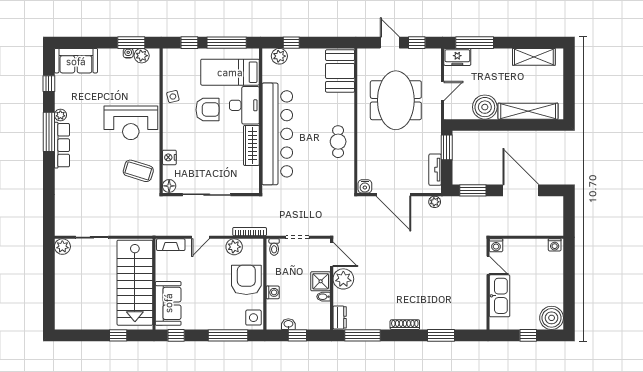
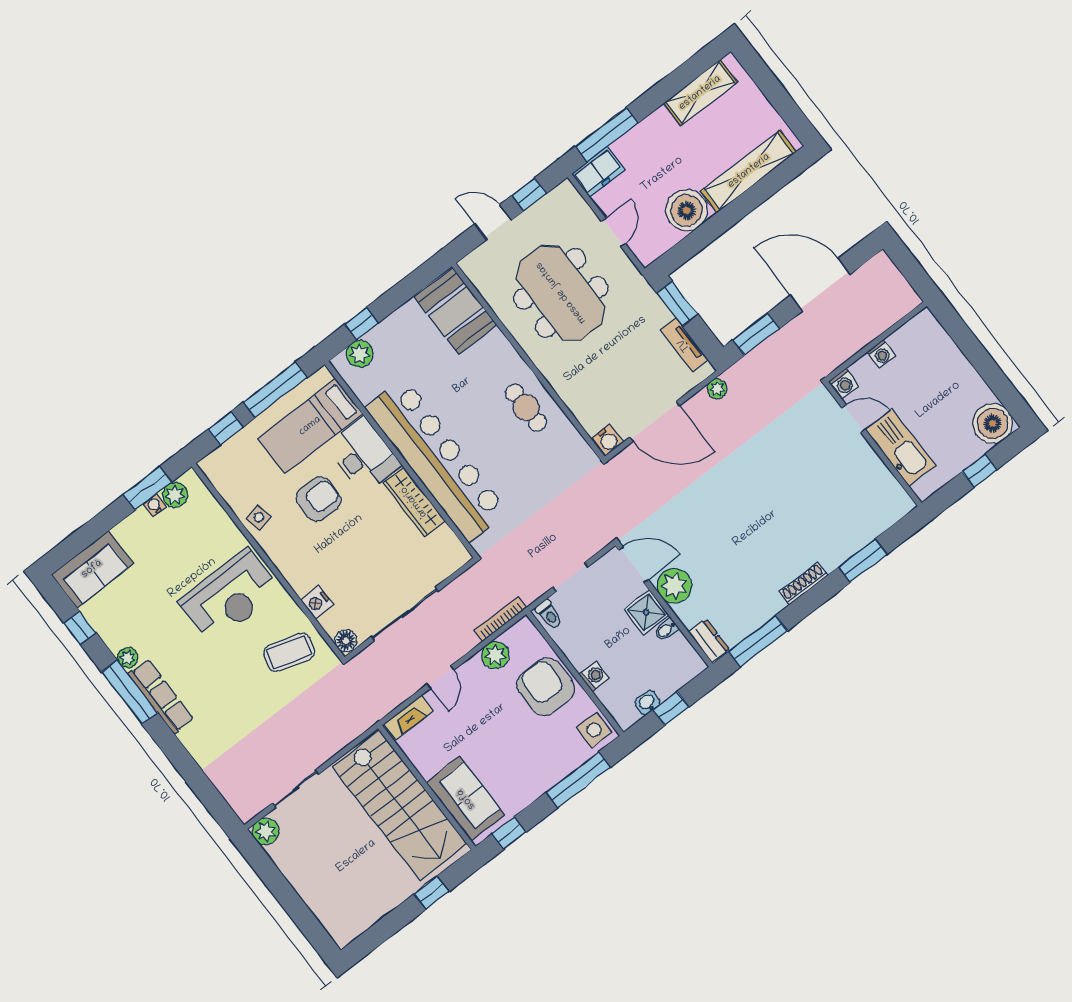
washing machine: (555, 245) -> (881, 354), moved

